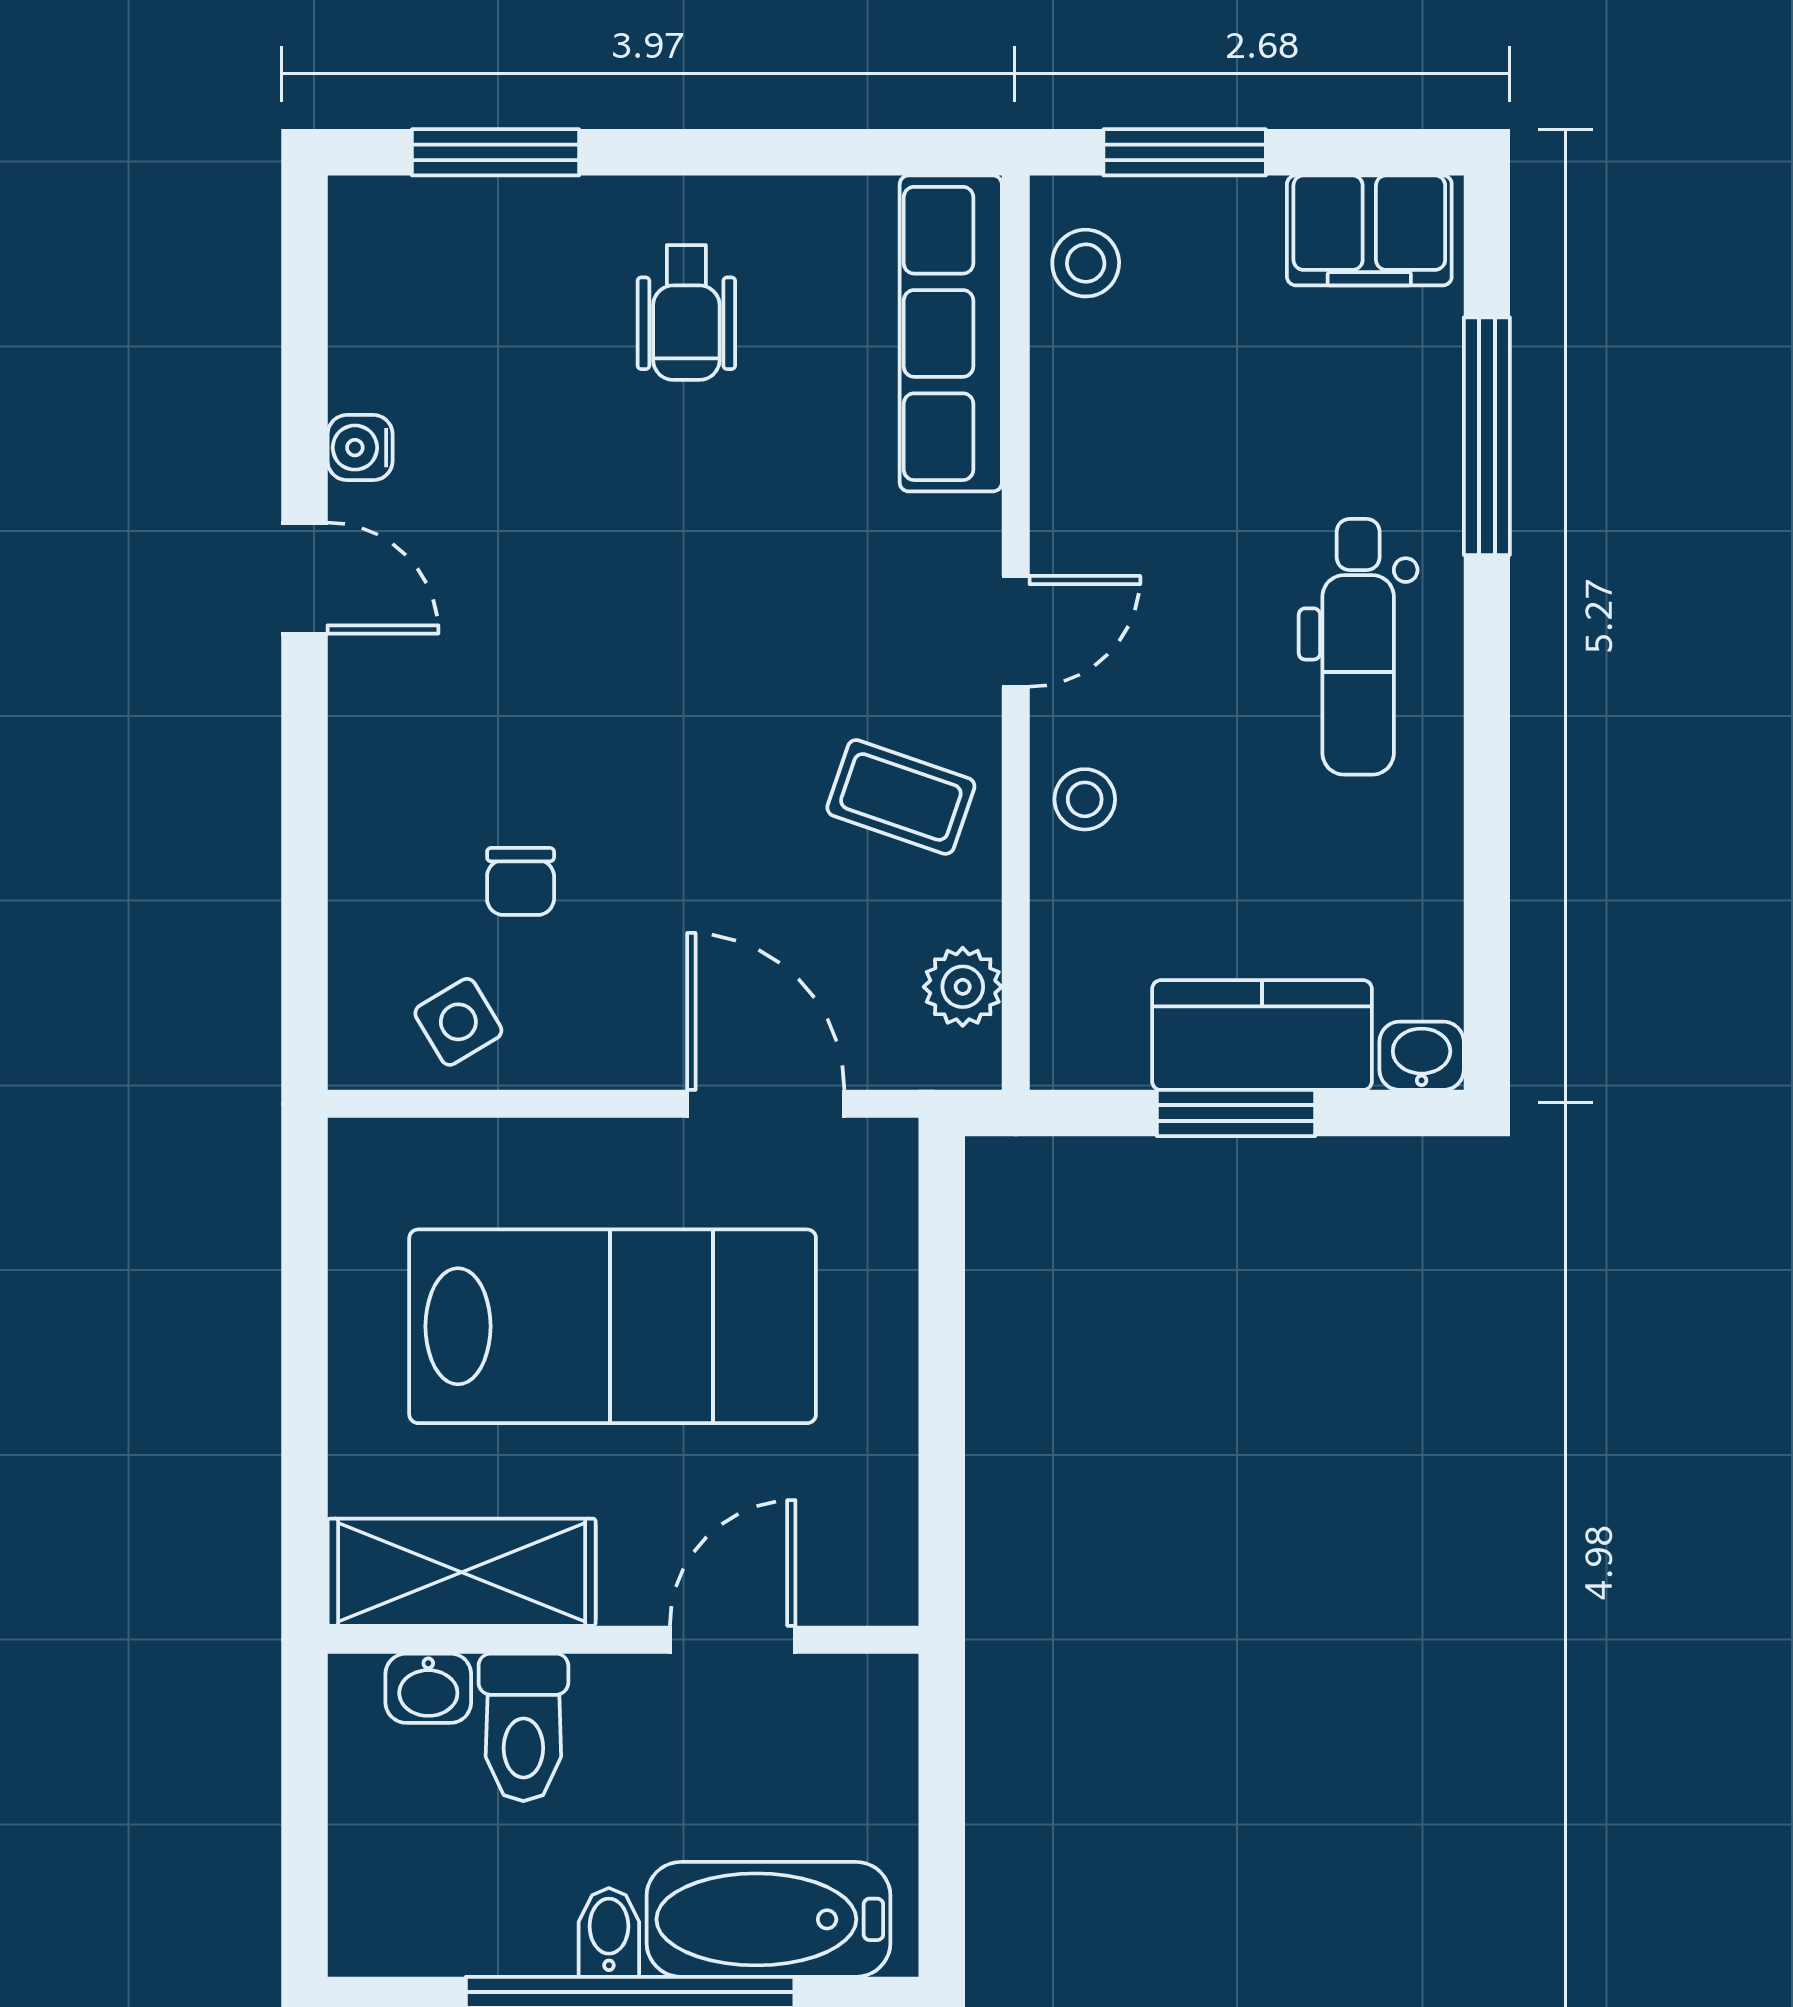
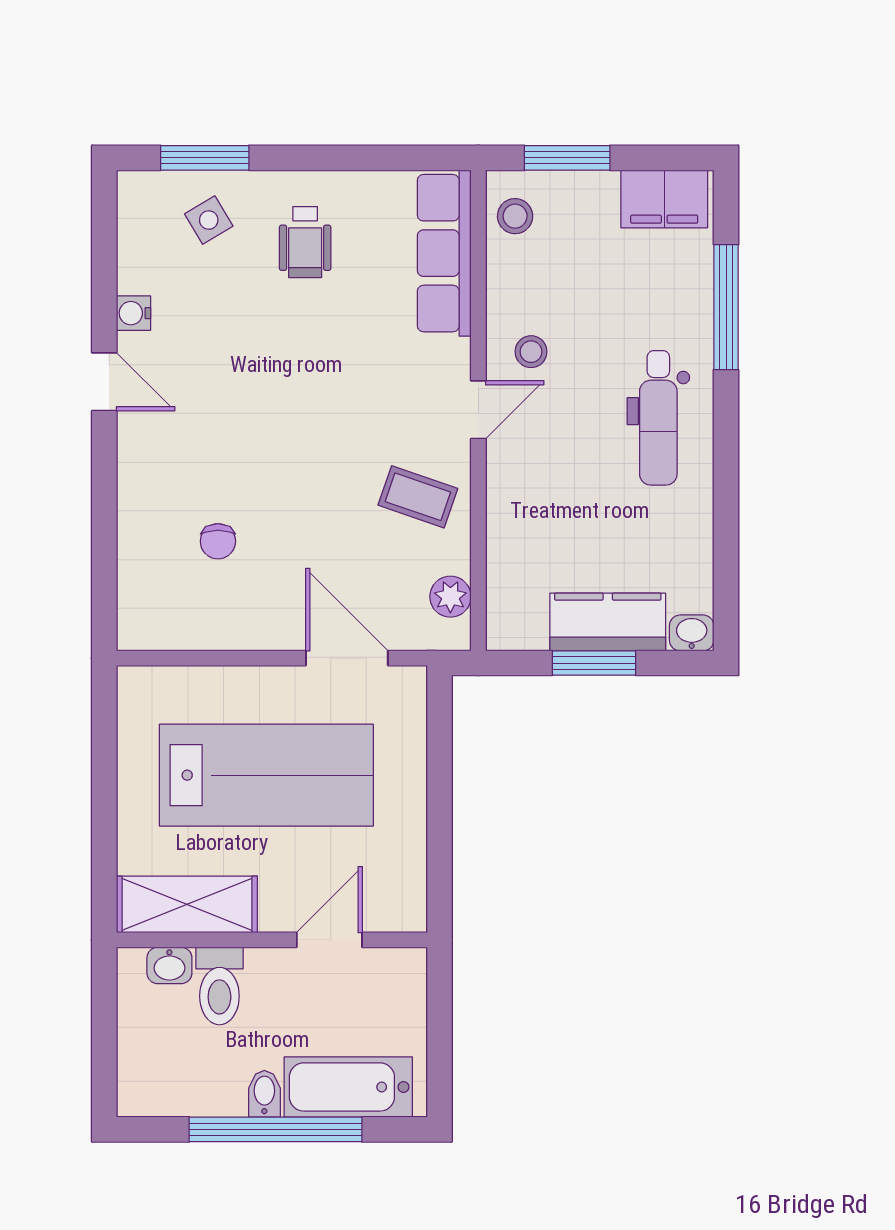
stool: (1085, 799) -> (531, 352), moved
side table: (458, 1022) -> (209, 220), moved

